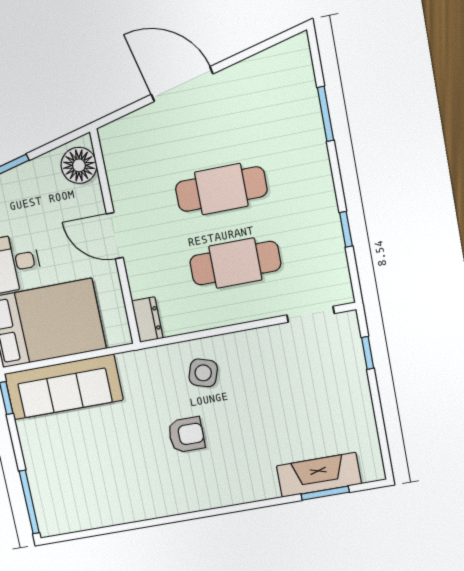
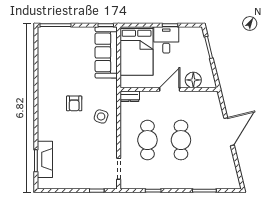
floor lamp: (79, 165) -> (193, 80), moved

